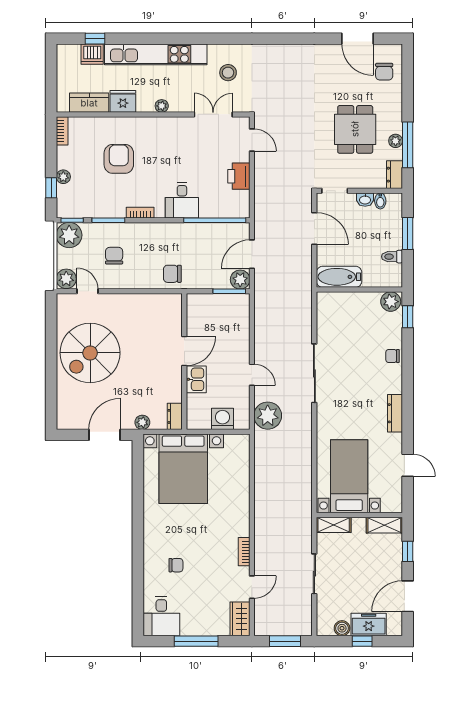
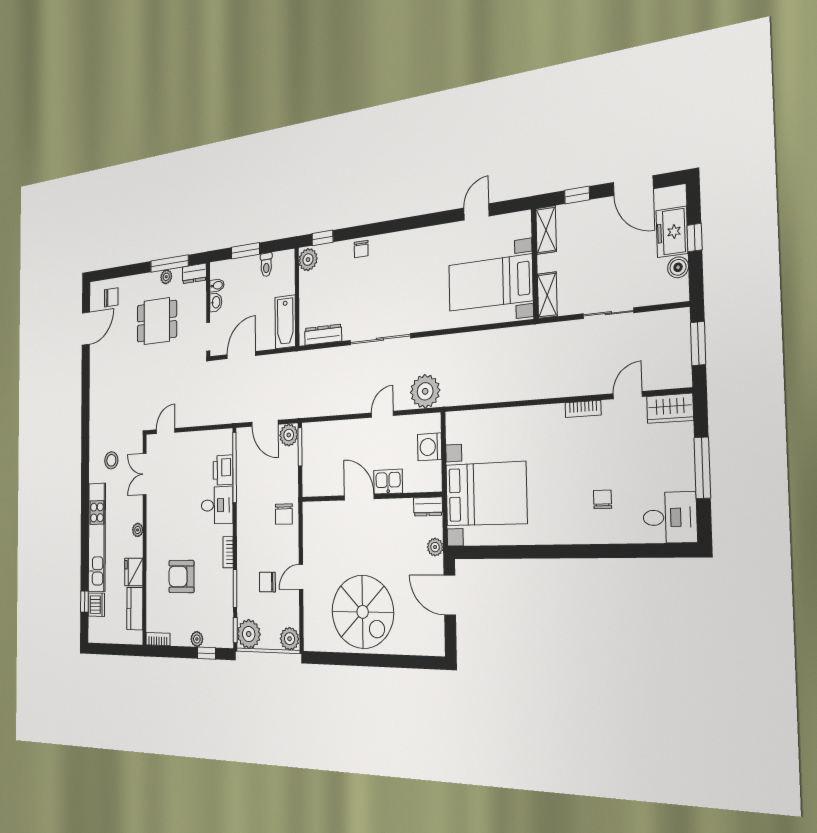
printer: (239, 176) -> (223, 470), moved, turned 90
door: (87, 291) -> (301, 577), moved
dresser: (395, 413) -> (323, 335), moved, turned 180
door: (252, 587) -> (628, 395), hinge flipped

